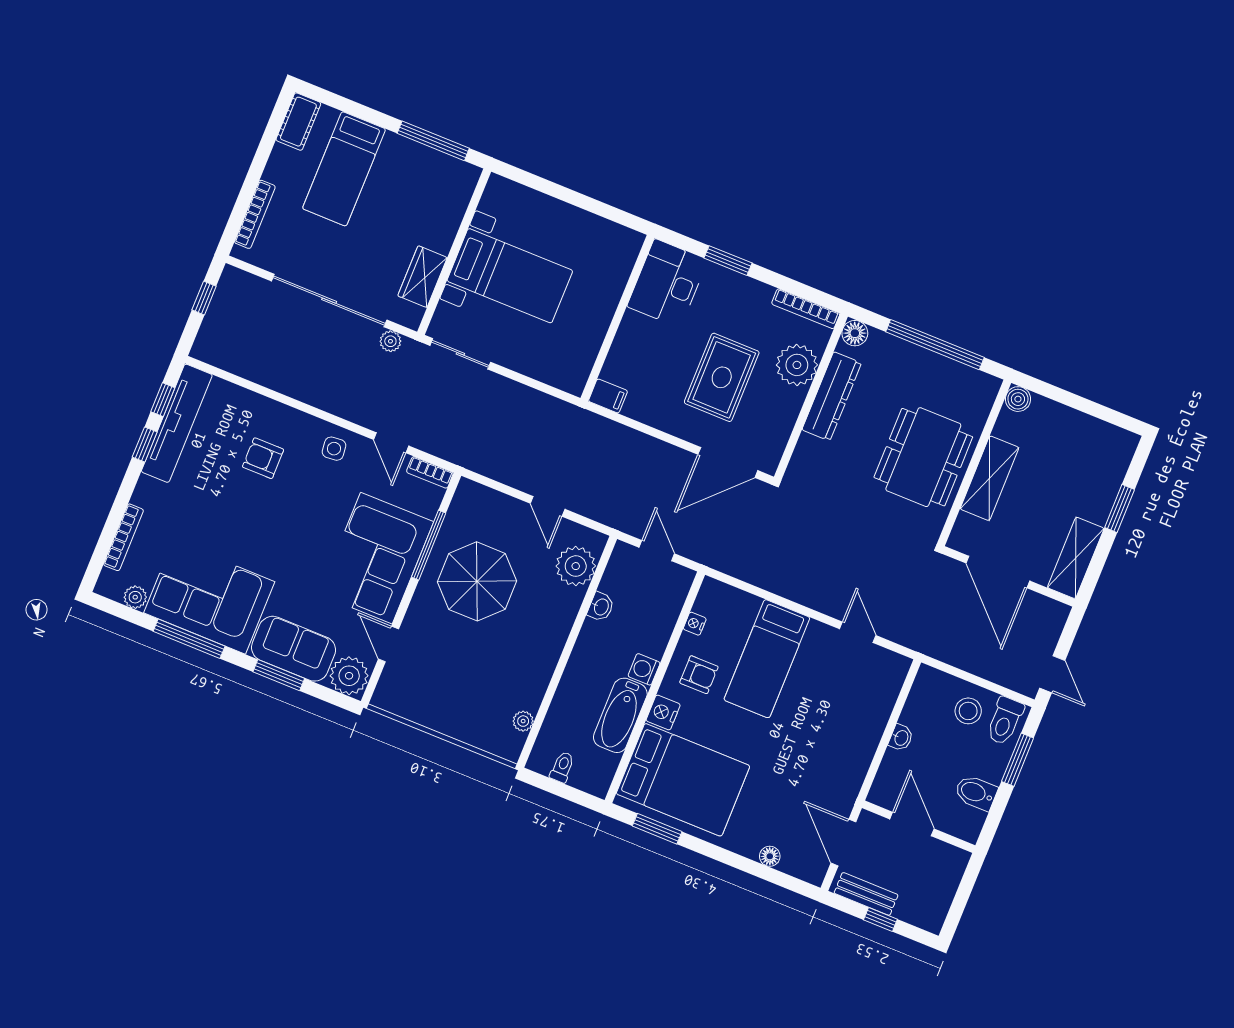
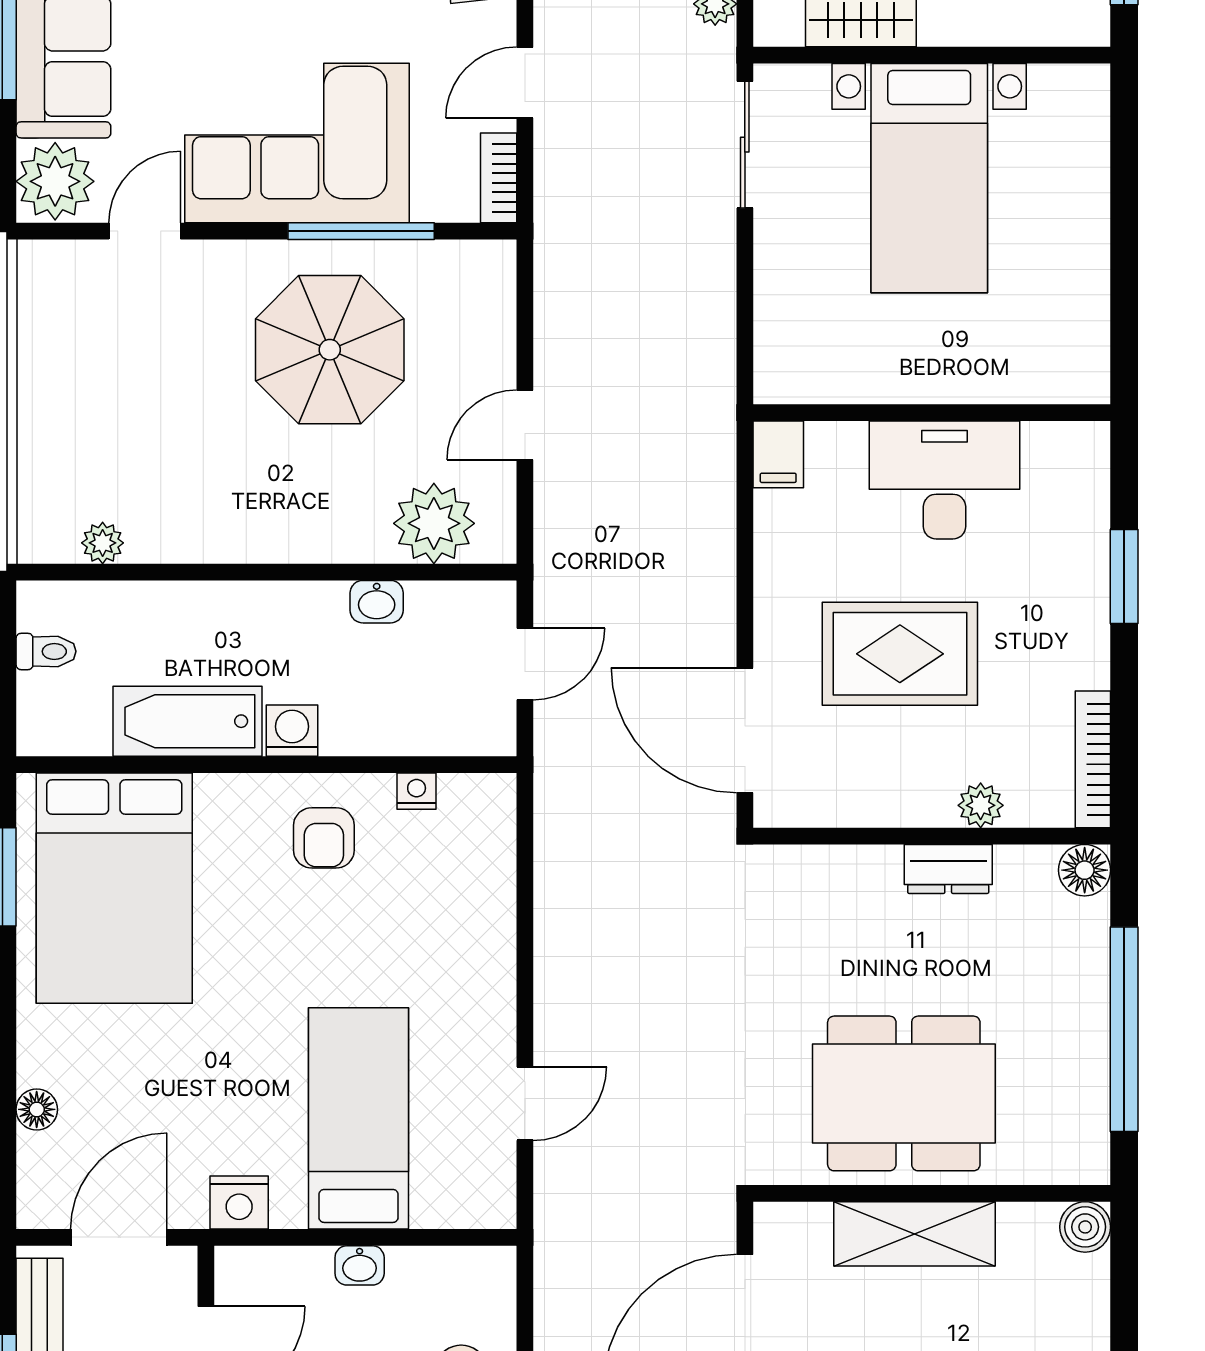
desk: (667, 283) -> (944, 480), moved
plant: (797, 365) -> (981, 805), width x0.53, depth x0.53
dresser: (832, 396) -> (948, 869), width x0.51, depth x0.80
bed: (767, 659) -> (358, 1118), moved, turned 90
nightstand: (663, 713) -> (239, 1202), moved, turned 180

